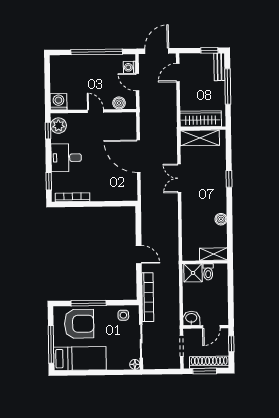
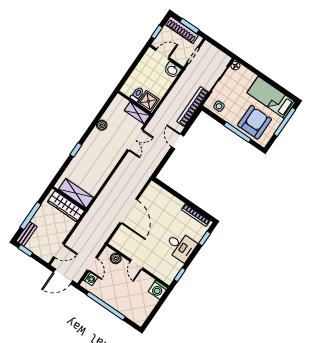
plant: (58, 126) -> (170, 273), removed
double door: (179, 178) -> (135, 140), moved
shelving: (213, 254) -> (137, 113), moved
armchair: (79, 324) -> (255, 122), turned 90

